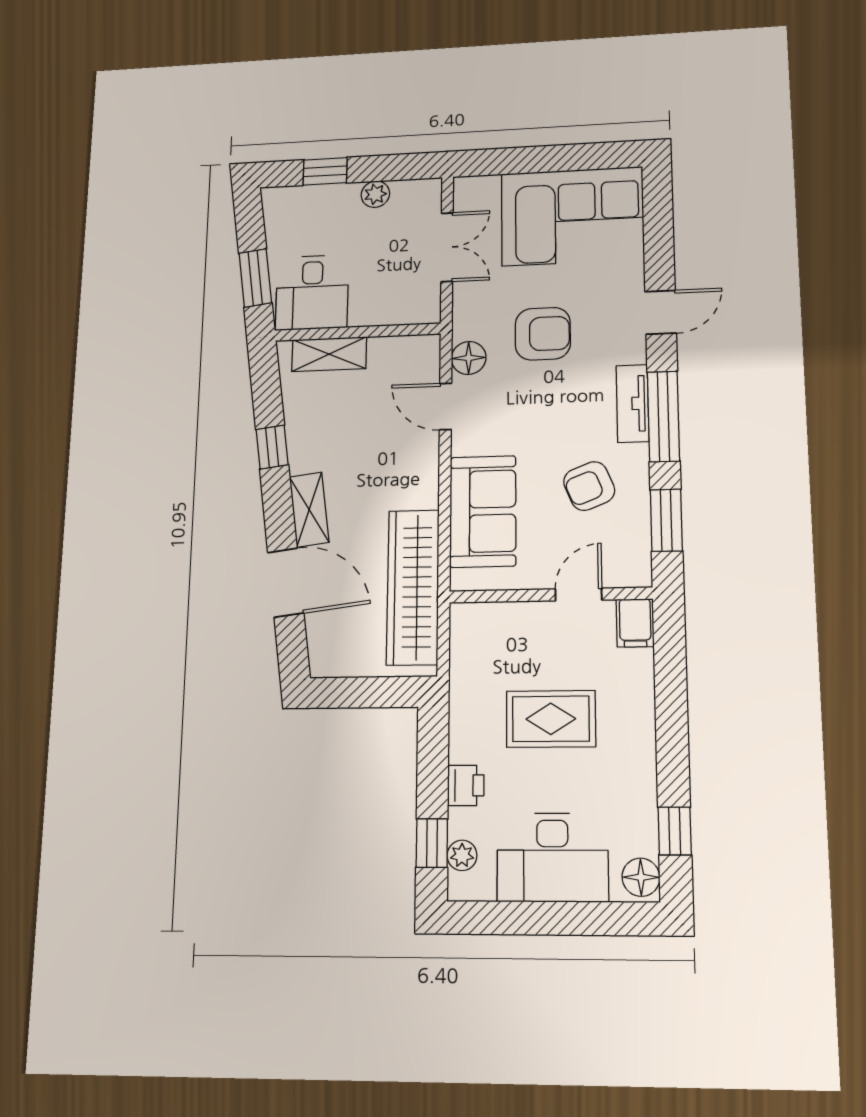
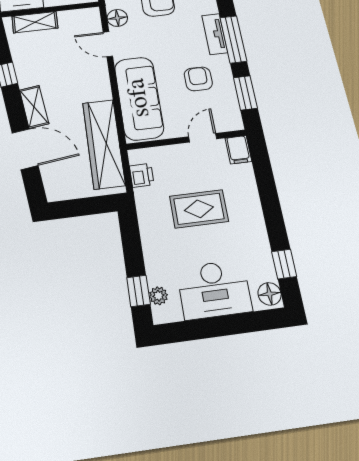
armchair: (589, 486) -> (198, 79), turned 112
sofa: (483, 511) -> (139, 98), width x1.36
printer: (466, 785) -> (142, 175), moved

